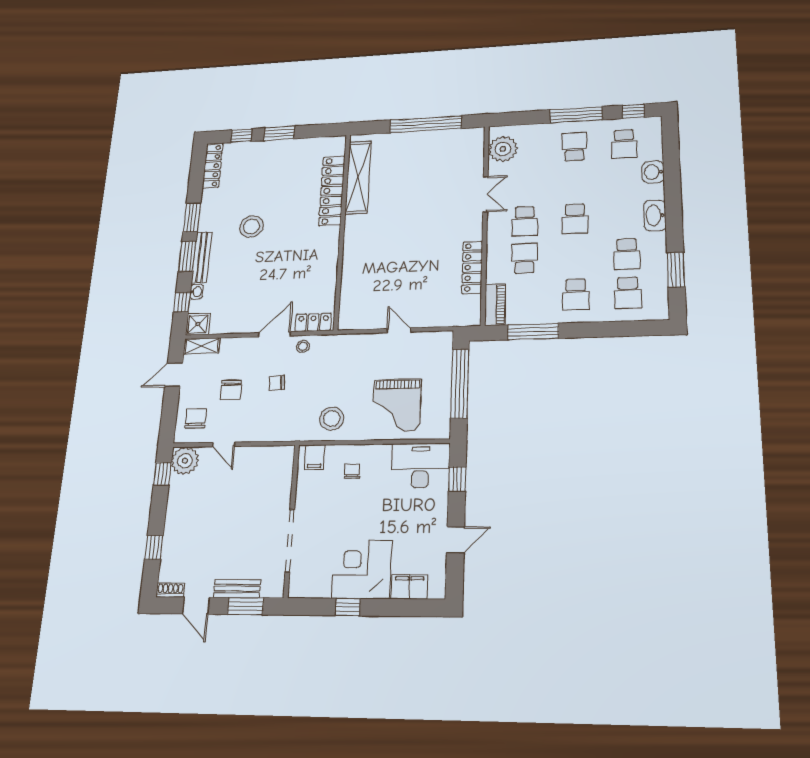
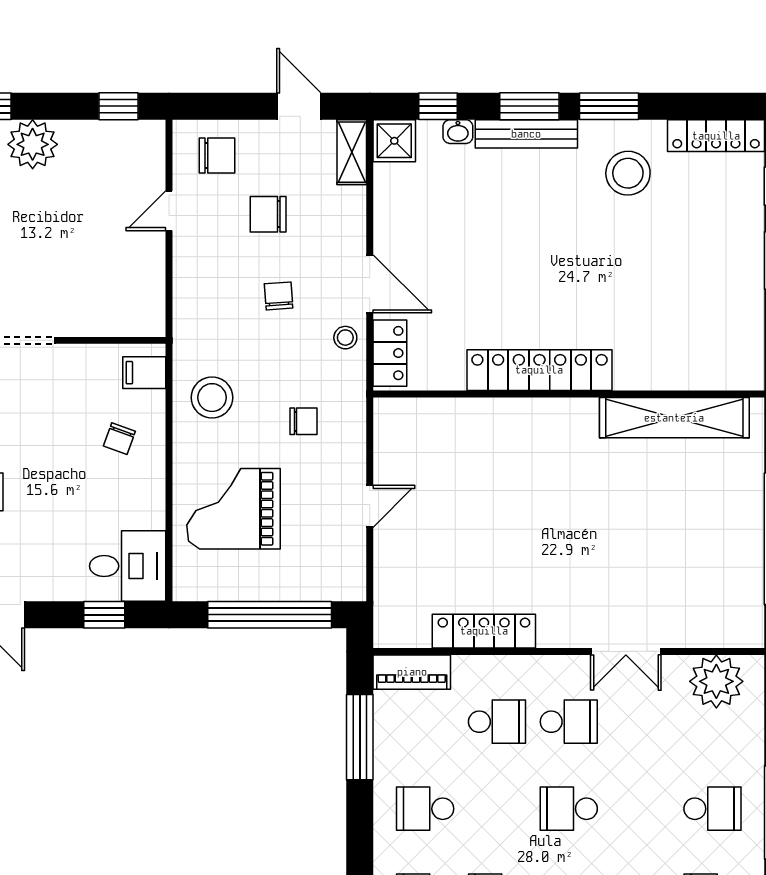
locker: (332, 191) -> (539, 370), moved
school desk: (525, 221) -> (569, 722), turned 180
stool: (251, 226) -> (628, 173), moved
chair: (348, 368) -> (303, 421), added
plant: (185, 461) -> (33, 144), moved
desk: (420, 466) -> (128, 566), width x0.73
chair: (352, 471) -> (119, 439), turned 110

